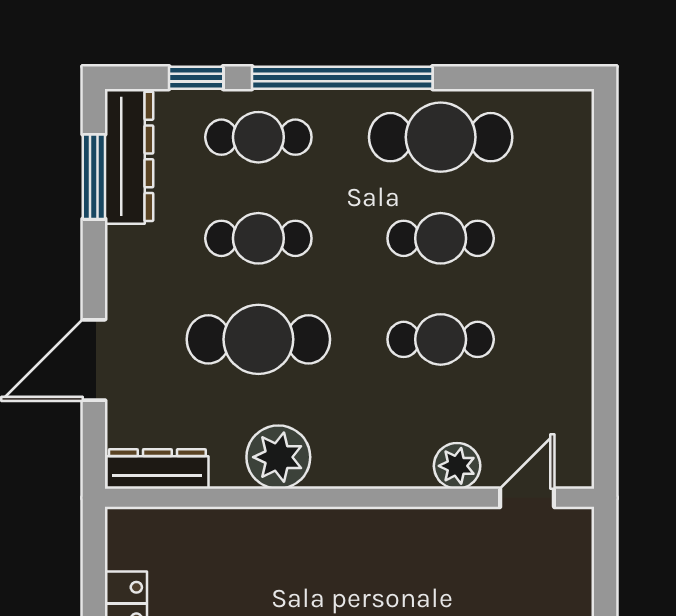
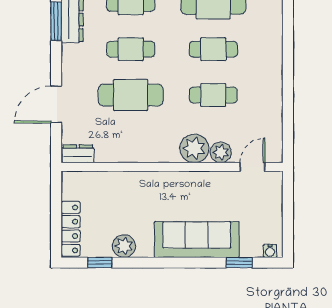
plant: (278, 457) -> (194, 148), moved
dresser: (157, 469) -> (78, 154), width x0.70

